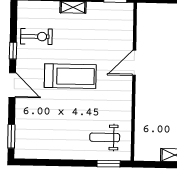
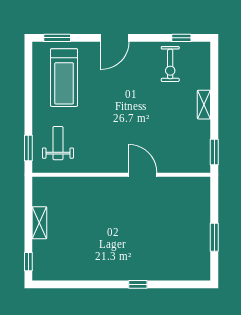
window: (13, 51) -> (181, 38), moved
treadmill: (70, 76) -> (64, 78), moved

